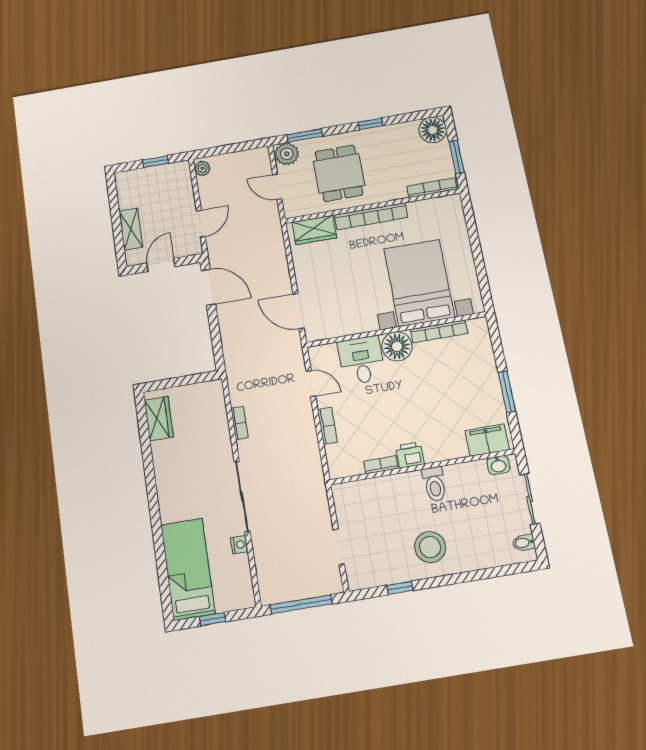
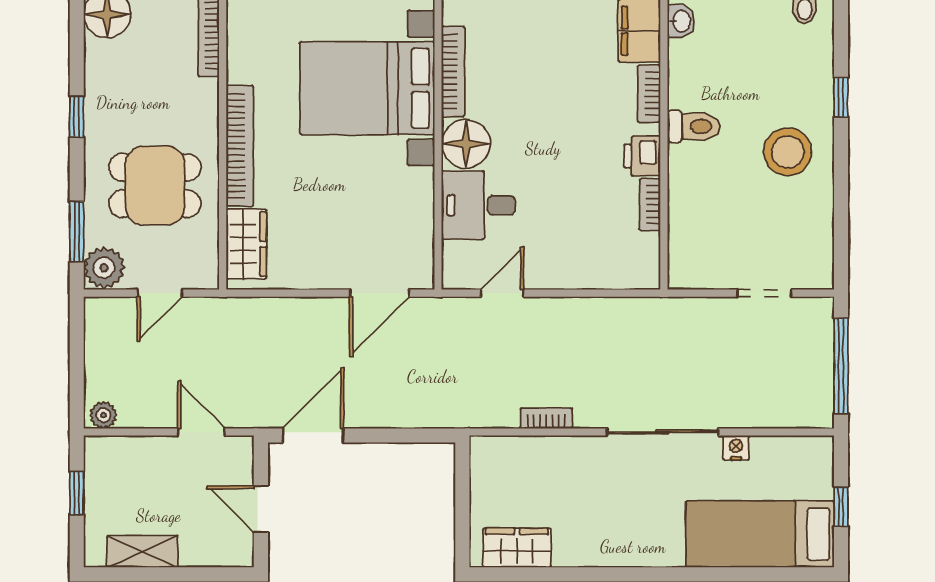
shelving: (131, 229) -> (142, 552), moved
bookcase: (327, 426) -> (649, 94), moved, turned -90
window: (400, 588) -> (841, 97), moved

